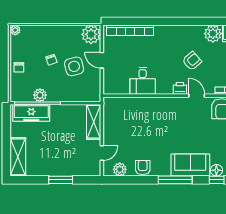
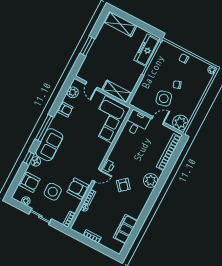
plant: (213, 34) -> (151, 180), moved
desk: (143, 81) -> (137, 123), moved, turned 90
plant: (40, 95) -> (156, 63), removed
corner sofa: (129, 114) -> (109, 120), added

